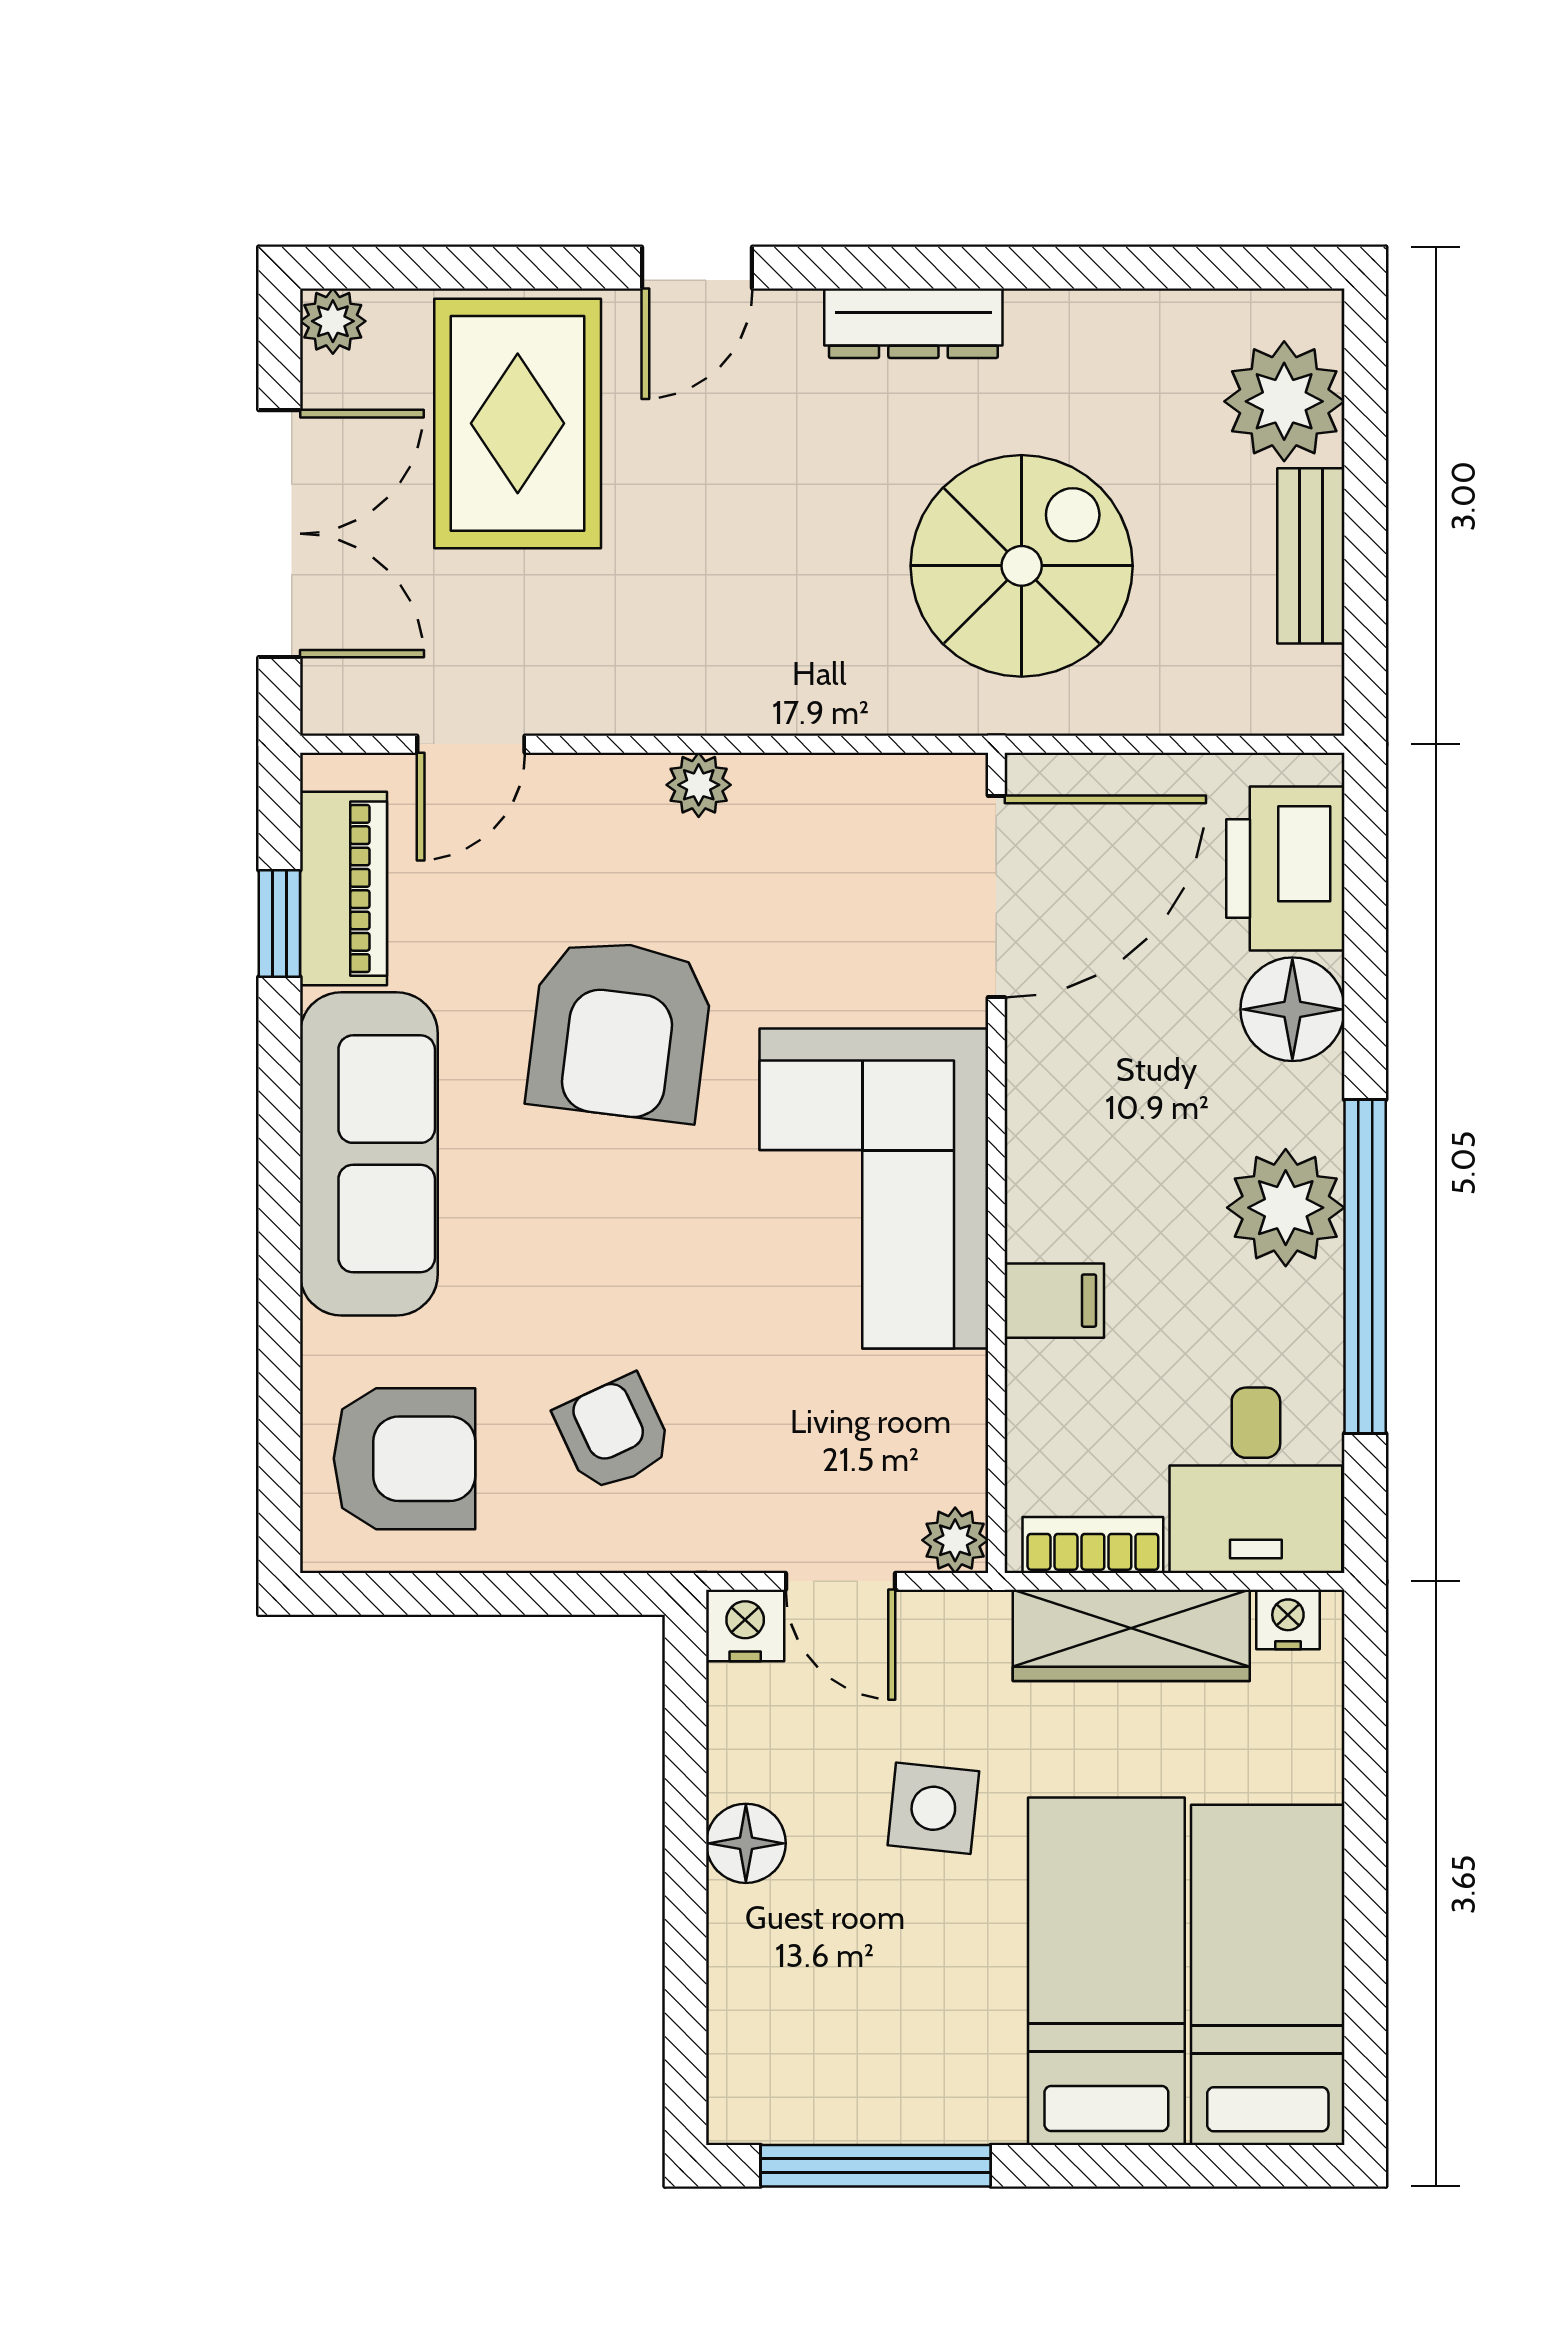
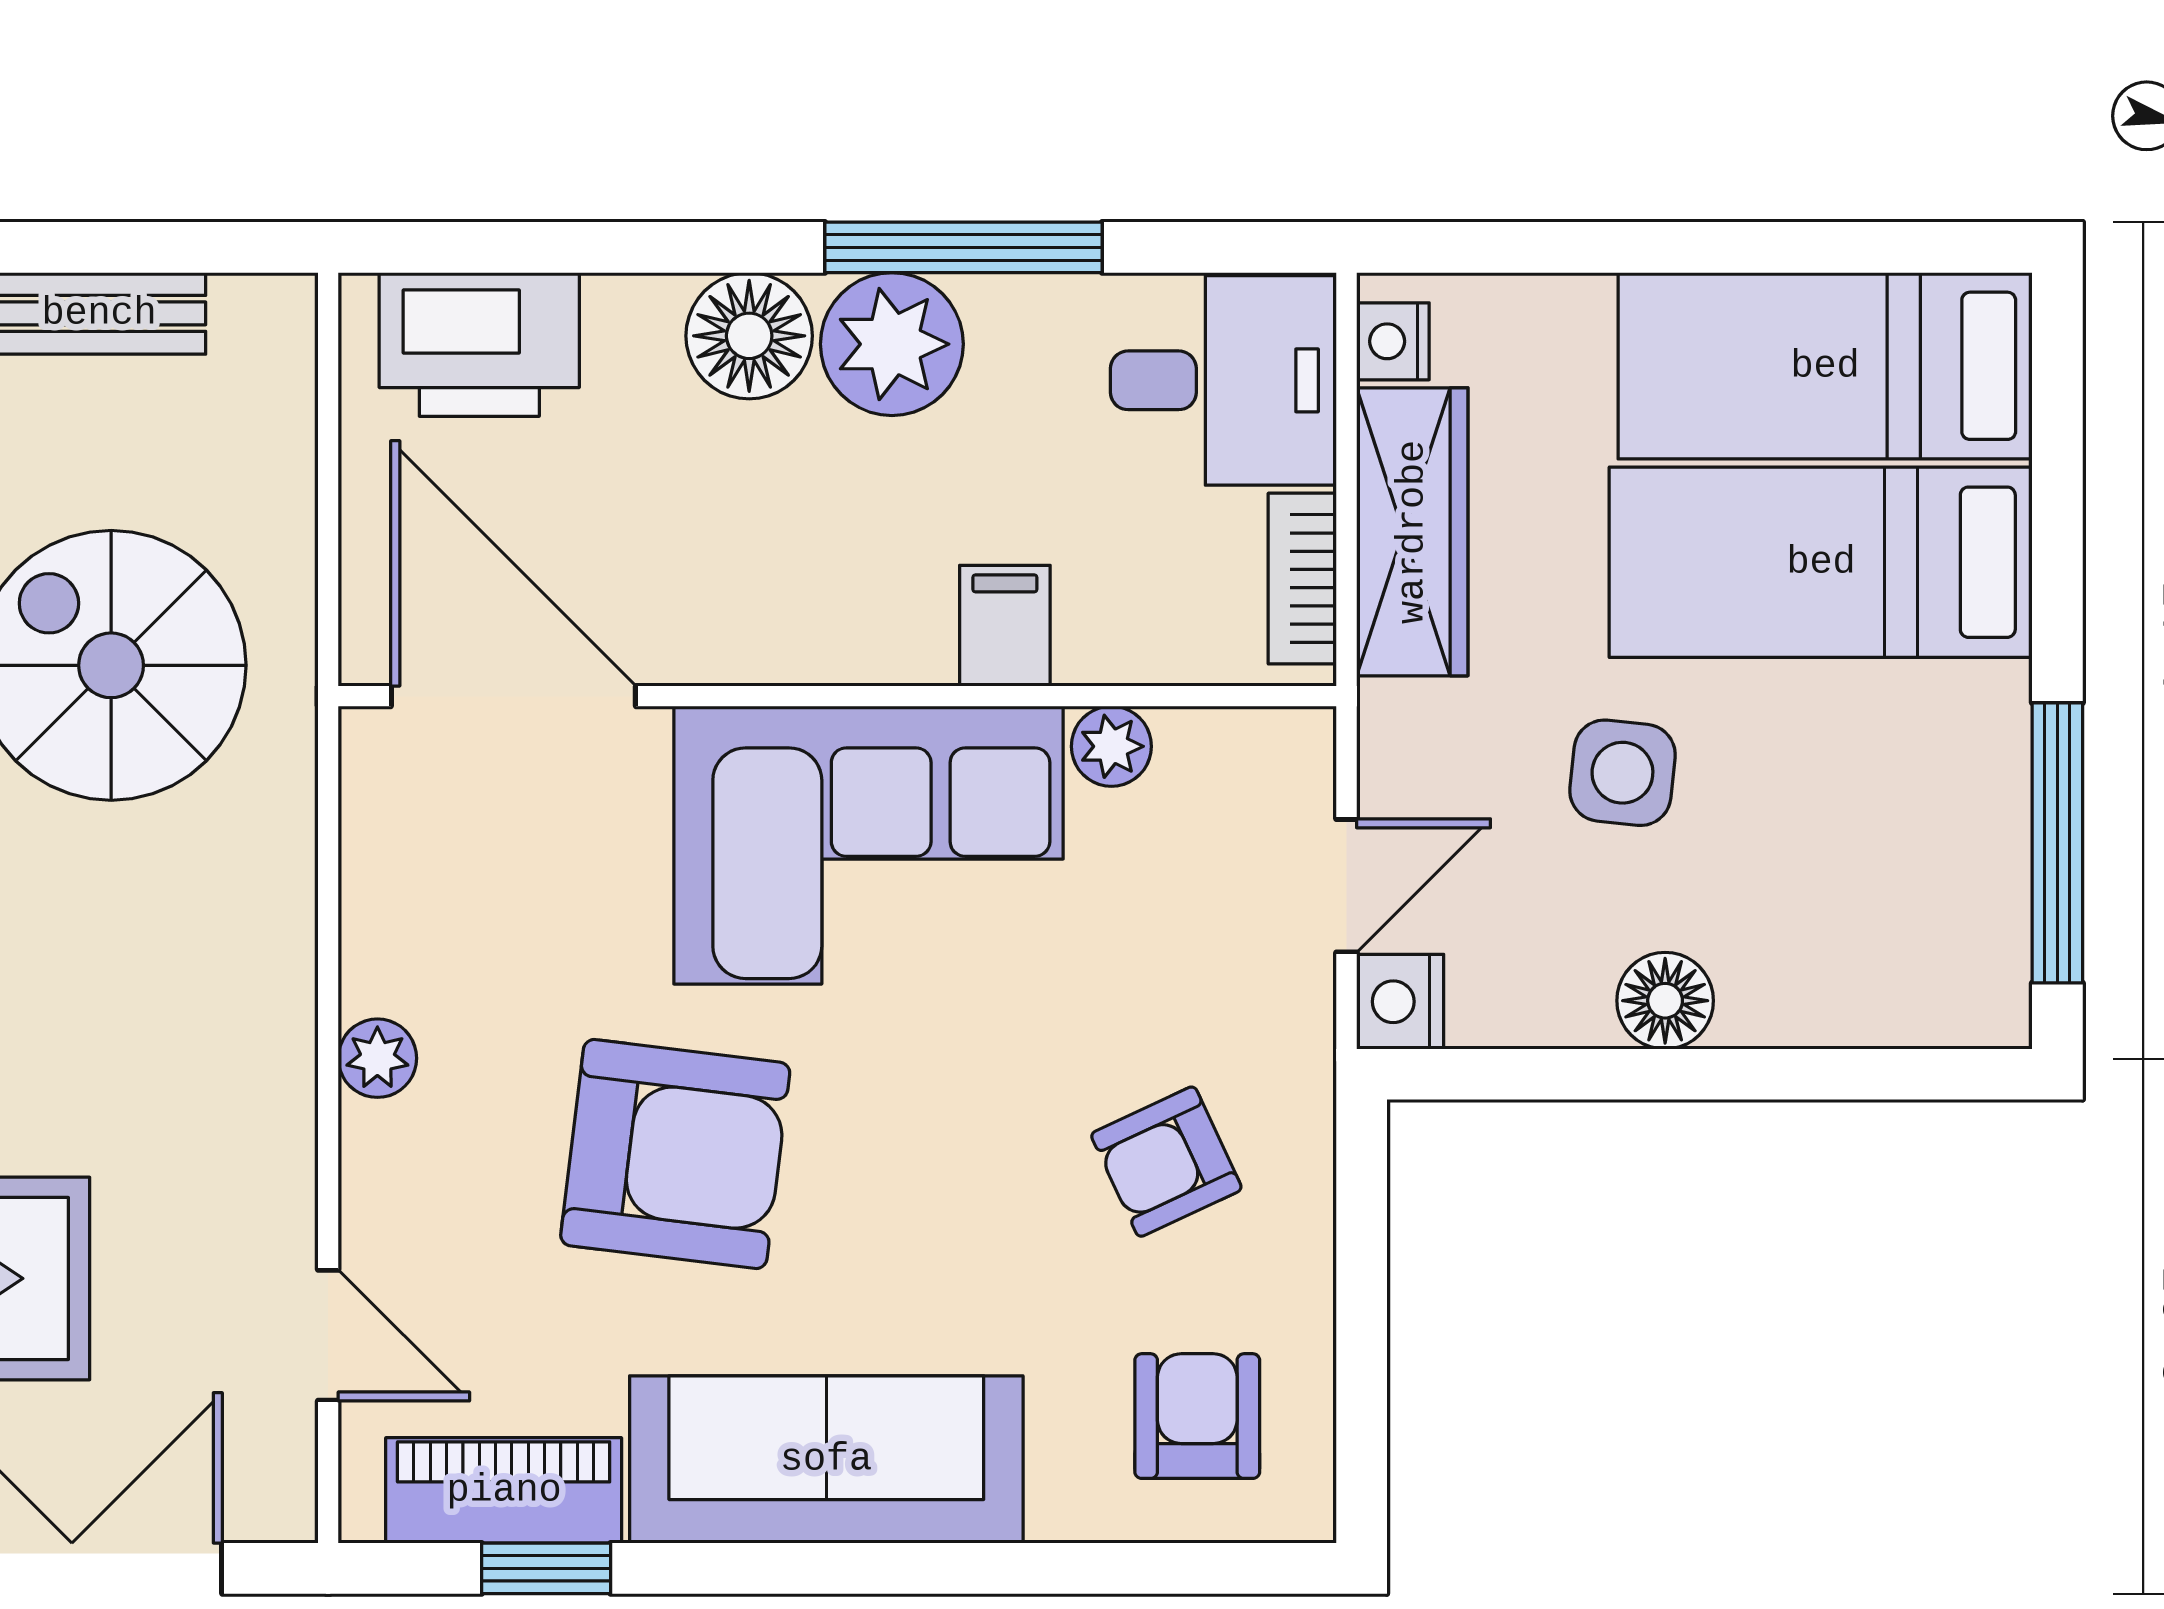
floor lamp: (1292, 1009) -> (749, 336), moved
window: (1365, 1267) -> (963, 247), width x0.68
armchair: (404, 1459) -> (1197, 1416), width x0.72, depth x0.72
plant: (955, 1540) -> (1111, 746), moved

